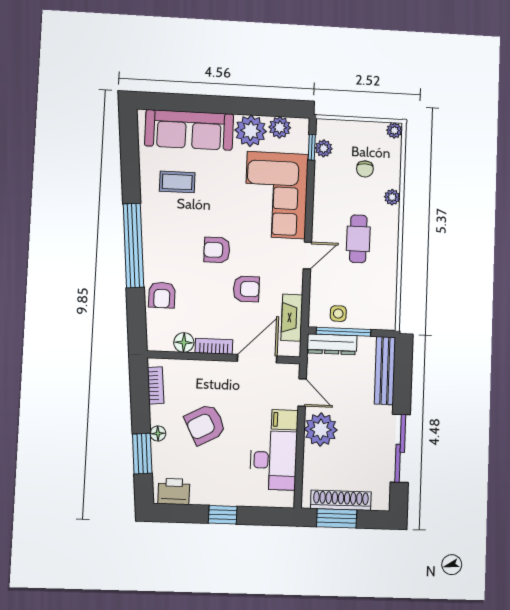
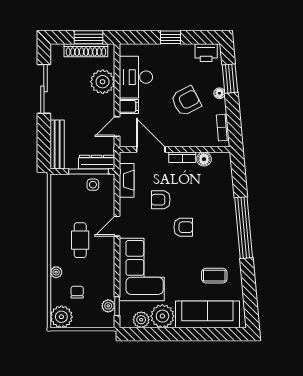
plant: (394, 130) -> (61, 317), width x1.88, depth x1.88
armchair: (162, 295) -> (221, 193), removed
door: (257, 359) -> (151, 150), swing flipped
door: (302, 392) -> (117, 126), hinge flipped
plant: (321, 430) -> (103, 82), moved

